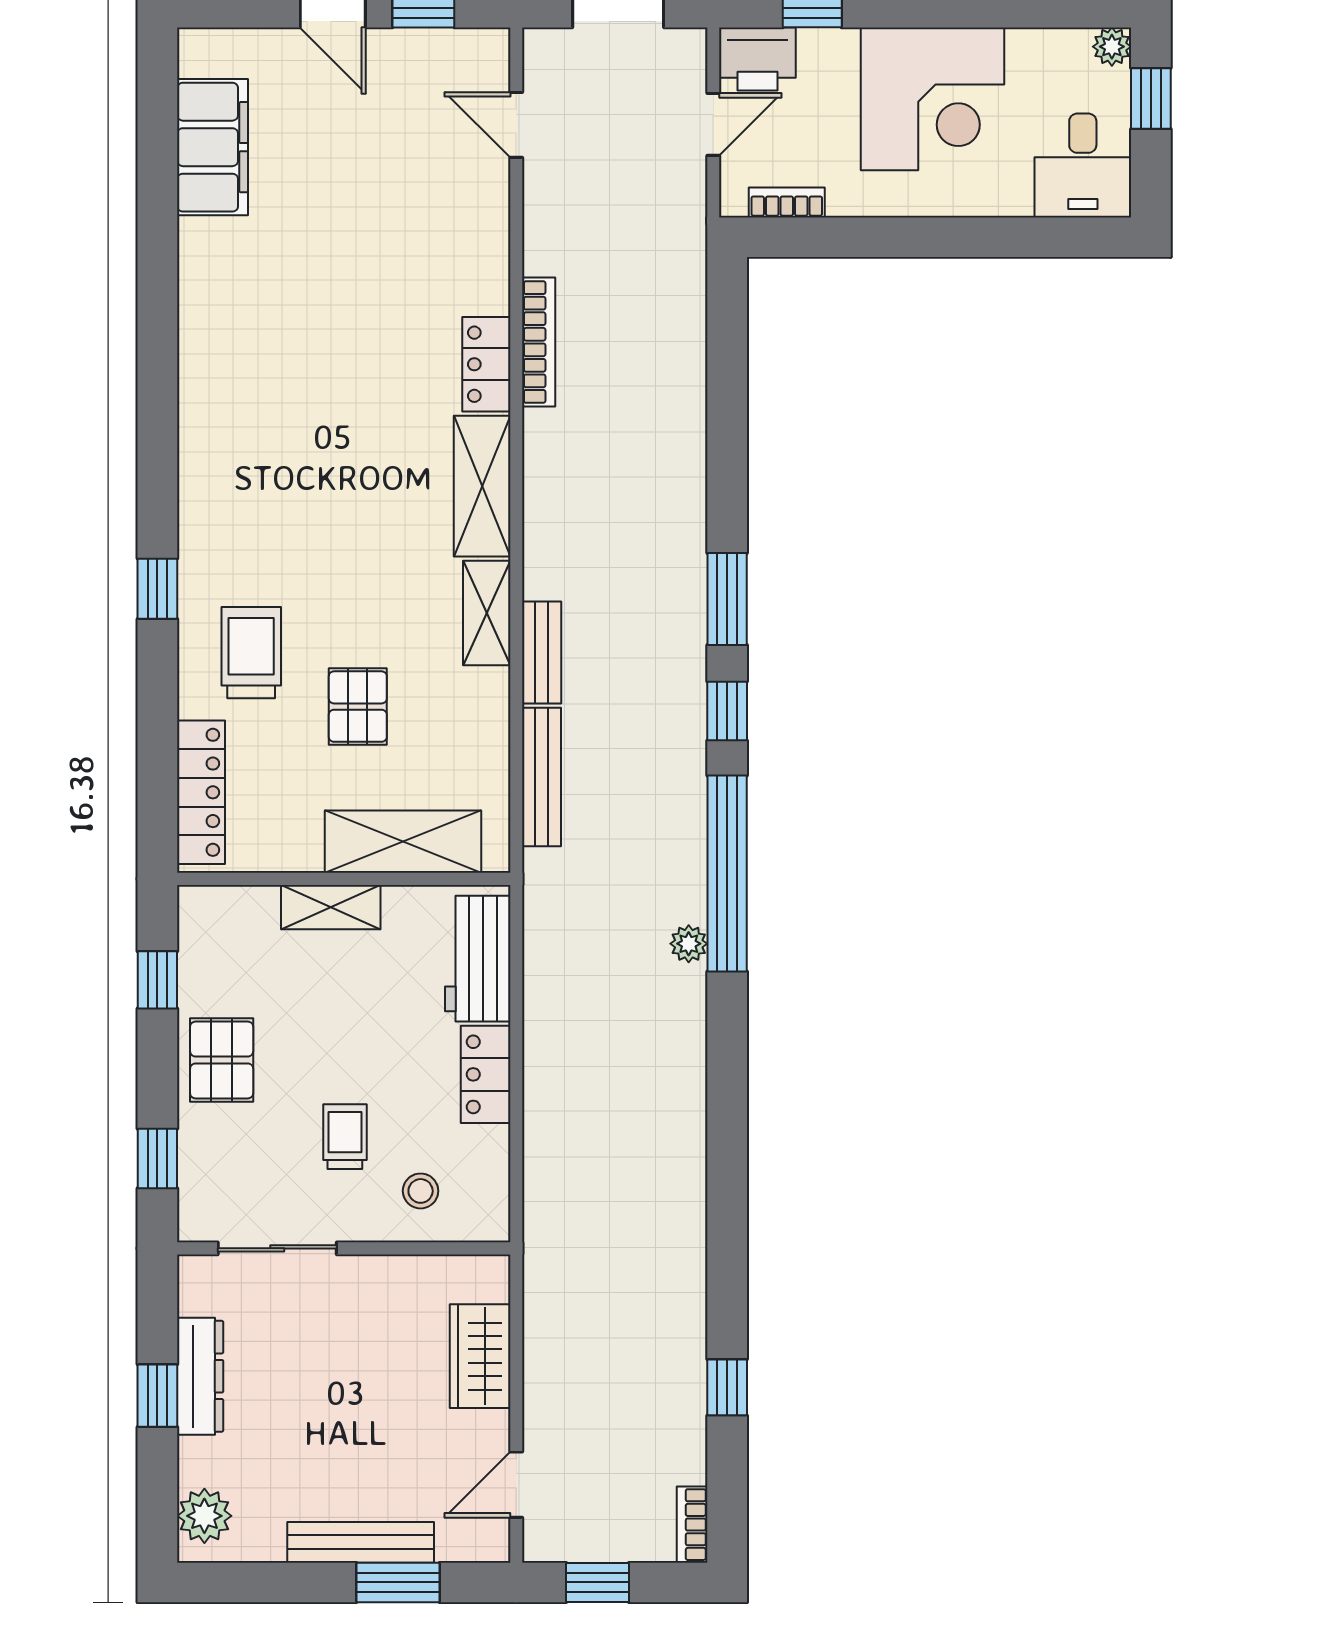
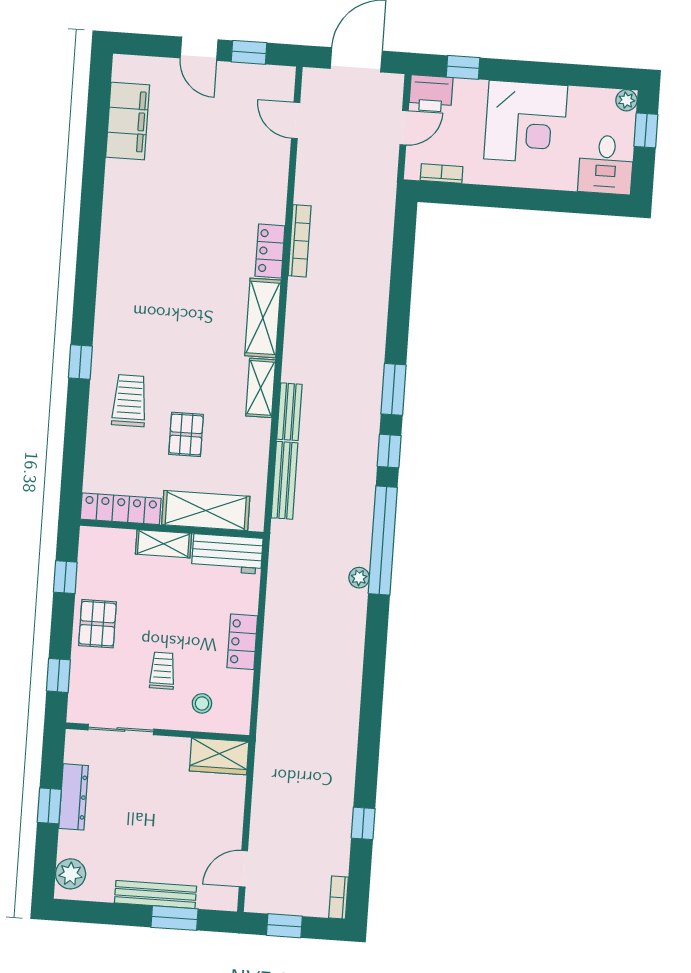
locker: (201, 792) -> (121, 509), moved, turned -90
workbench: (478, 959) -> (227, 554), moved, turned -90
wardrobe: (480, 1356) -> (219, 756), moved, turned -90

